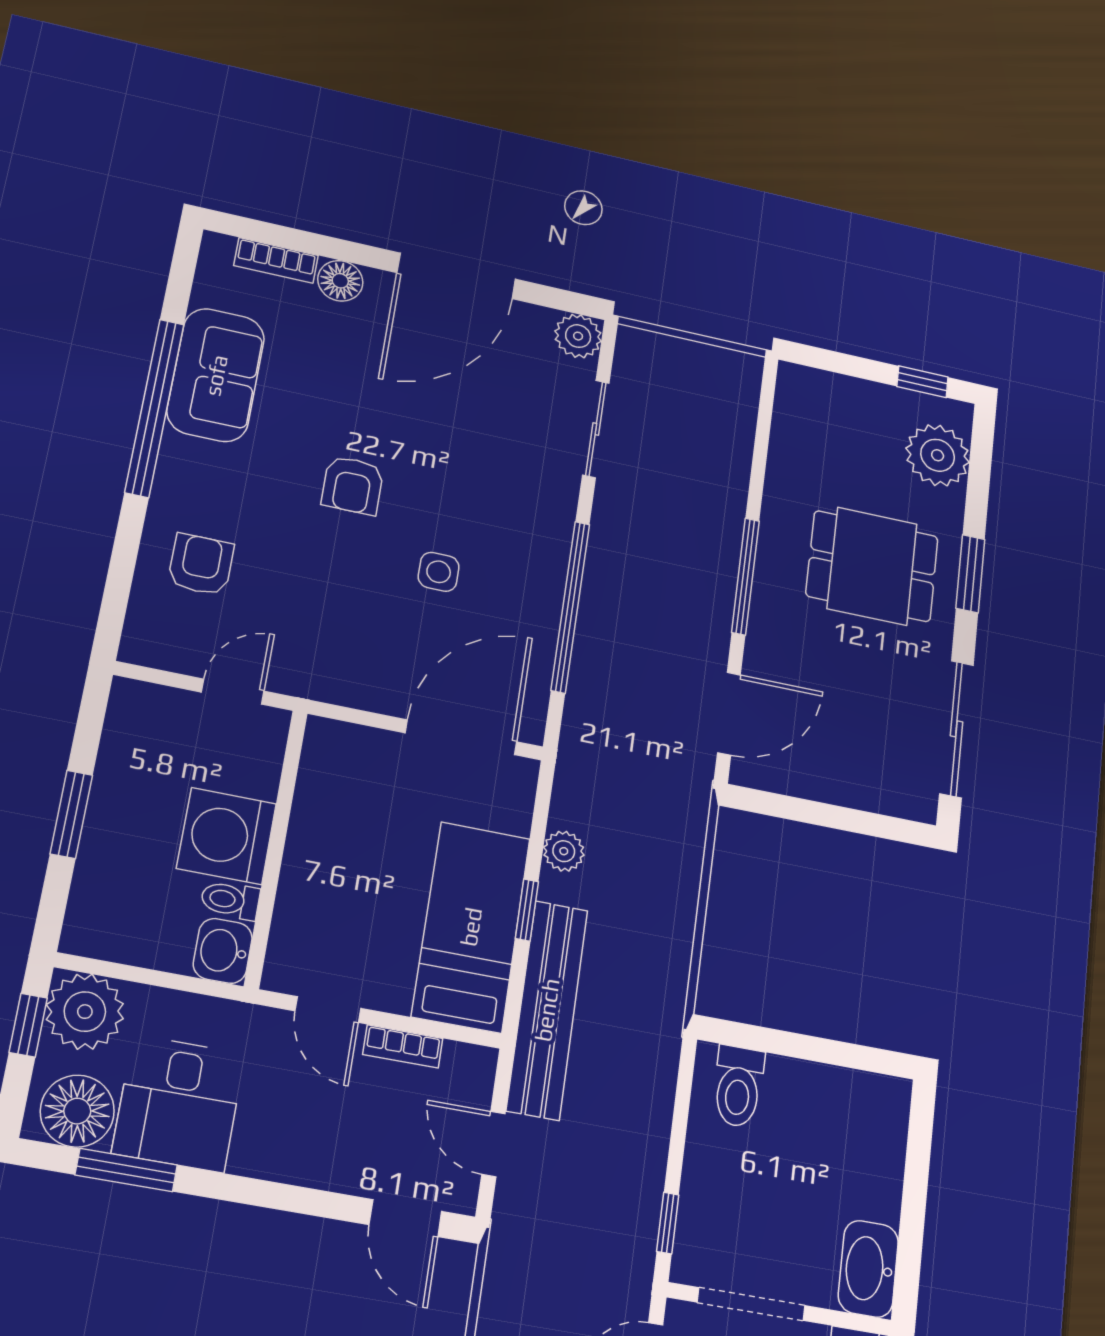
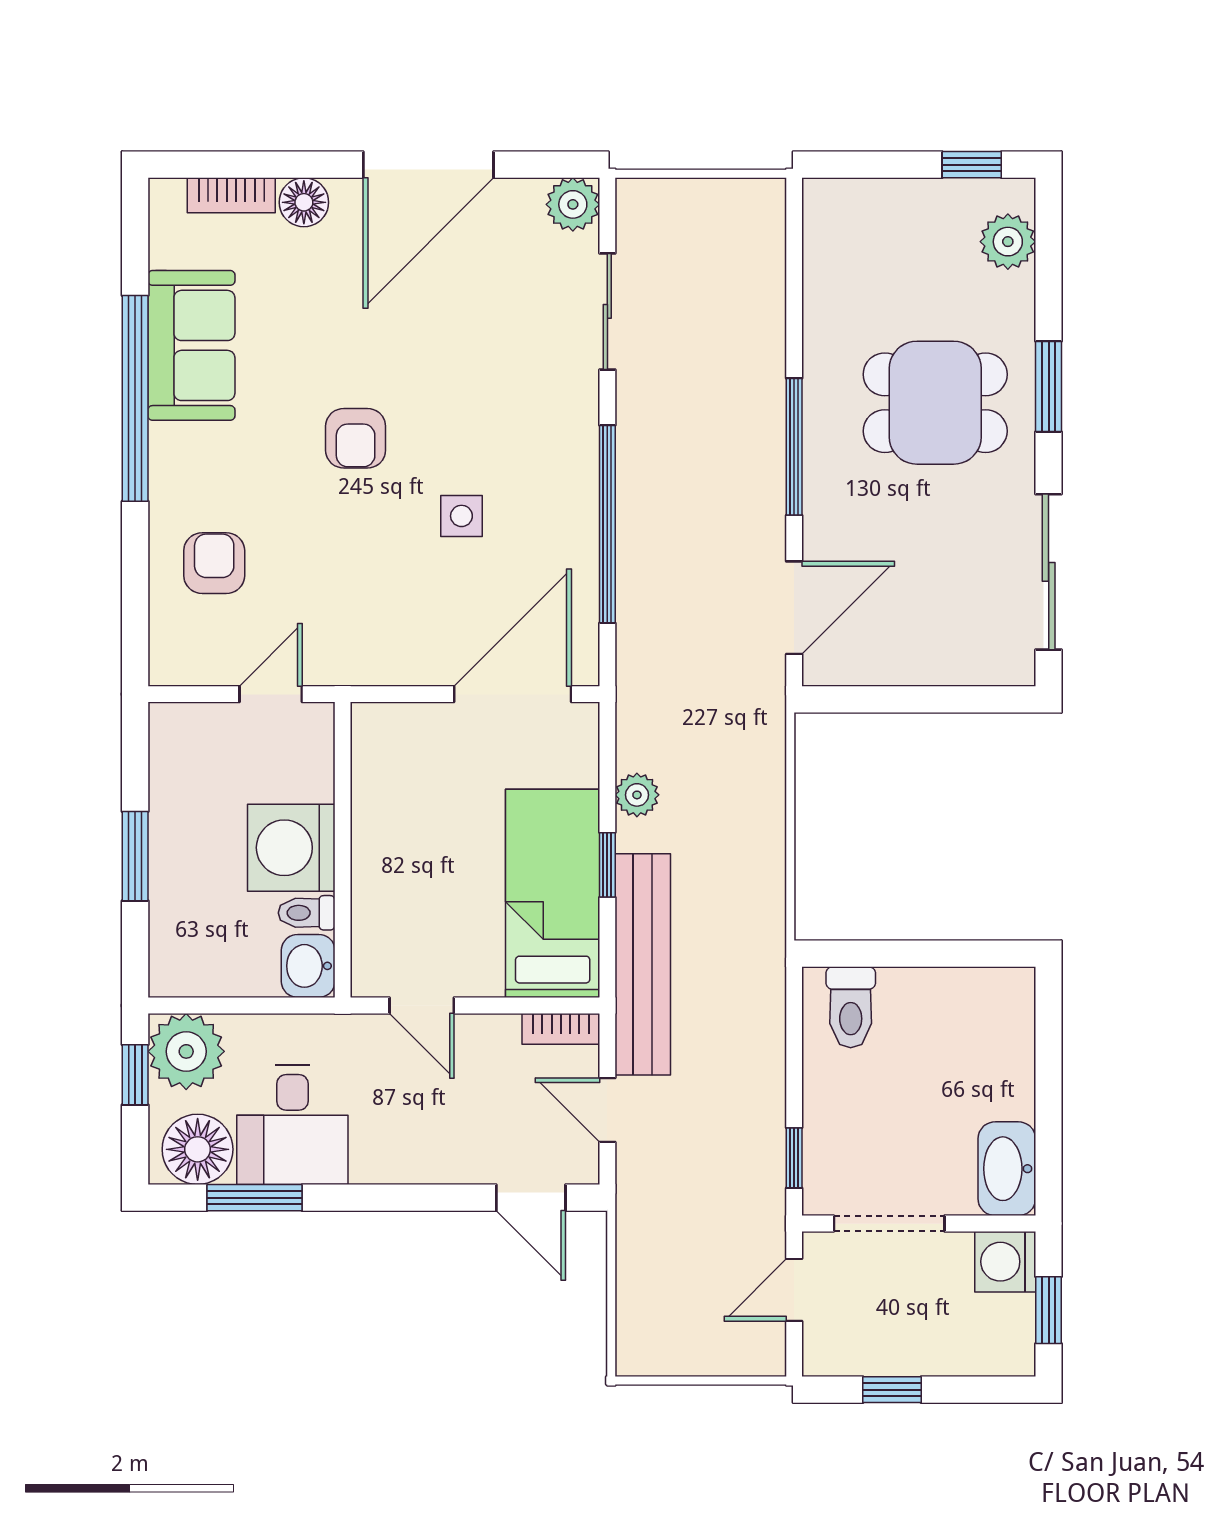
plant: (938, 455) -> (1008, 242), width x0.73, depth x0.73
bookcase: (403, 1046) -> (561, 1029), moved

